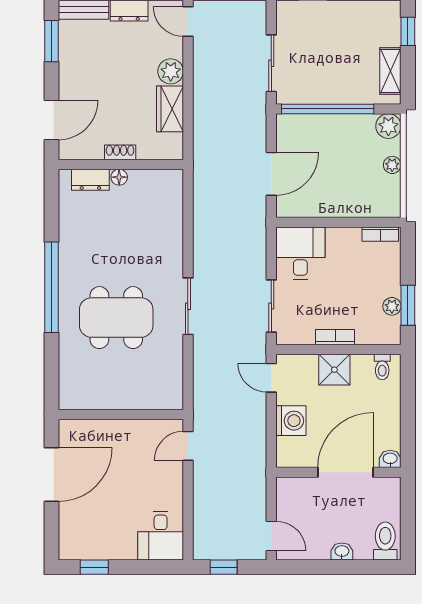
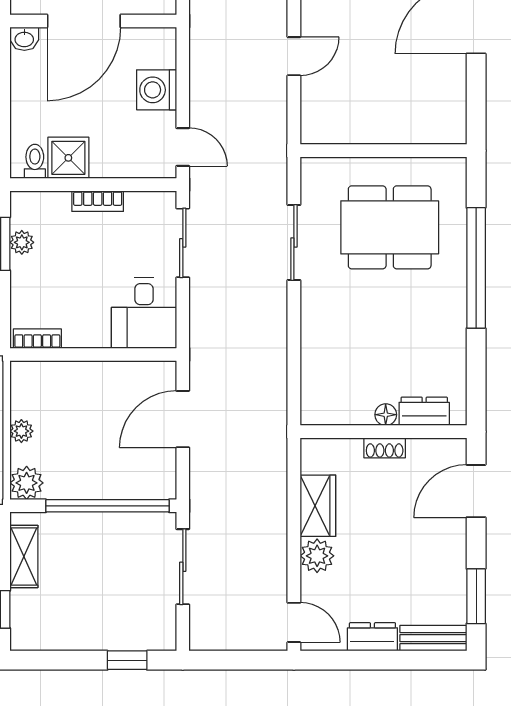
shower: (334, 370) -> (68, 158), moved
wall: (121, 414) -> (383, 151), moved

